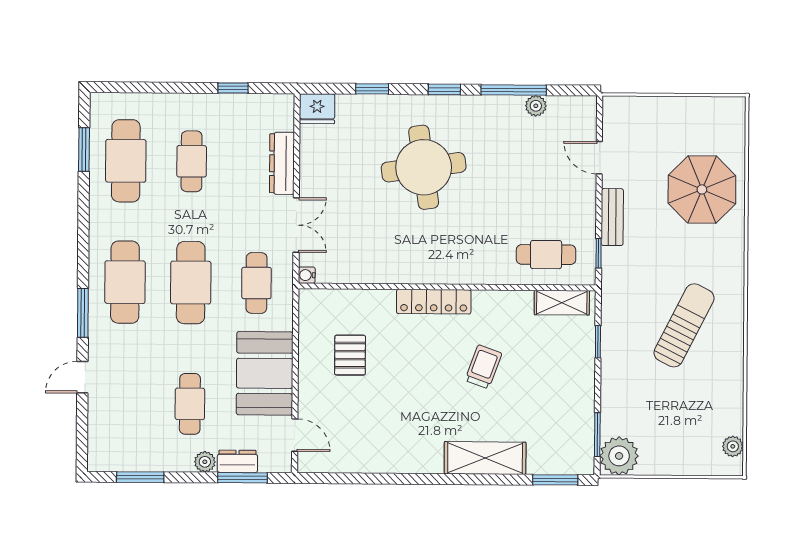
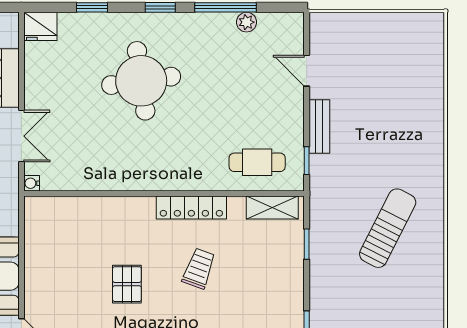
parasol: (702, 189) -> (404, 100), removed
locker: (434, 302) -> (191, 207), moved
pallet: (350, 355) -> (127, 284), moved

